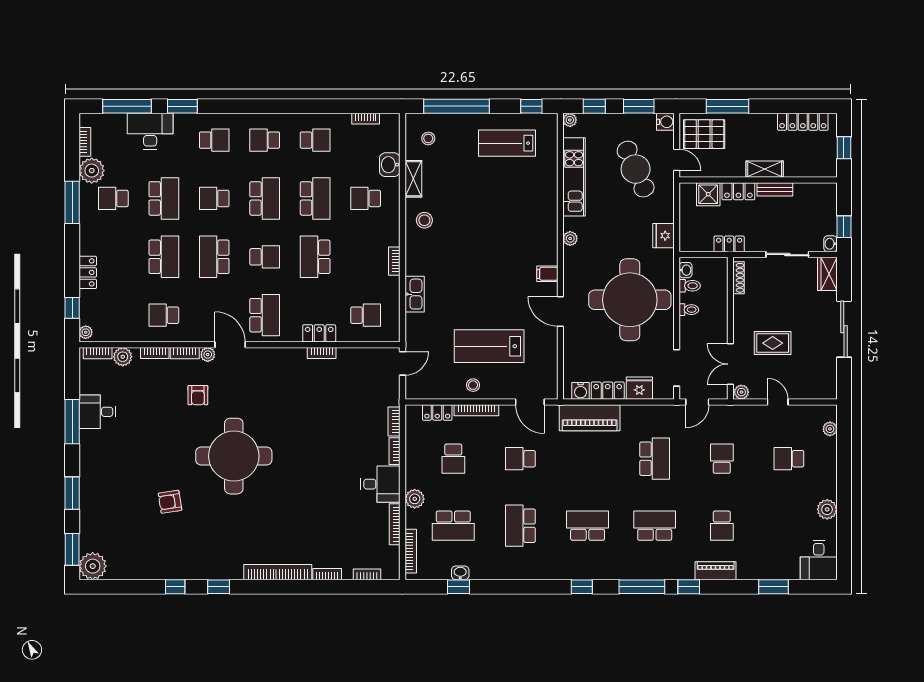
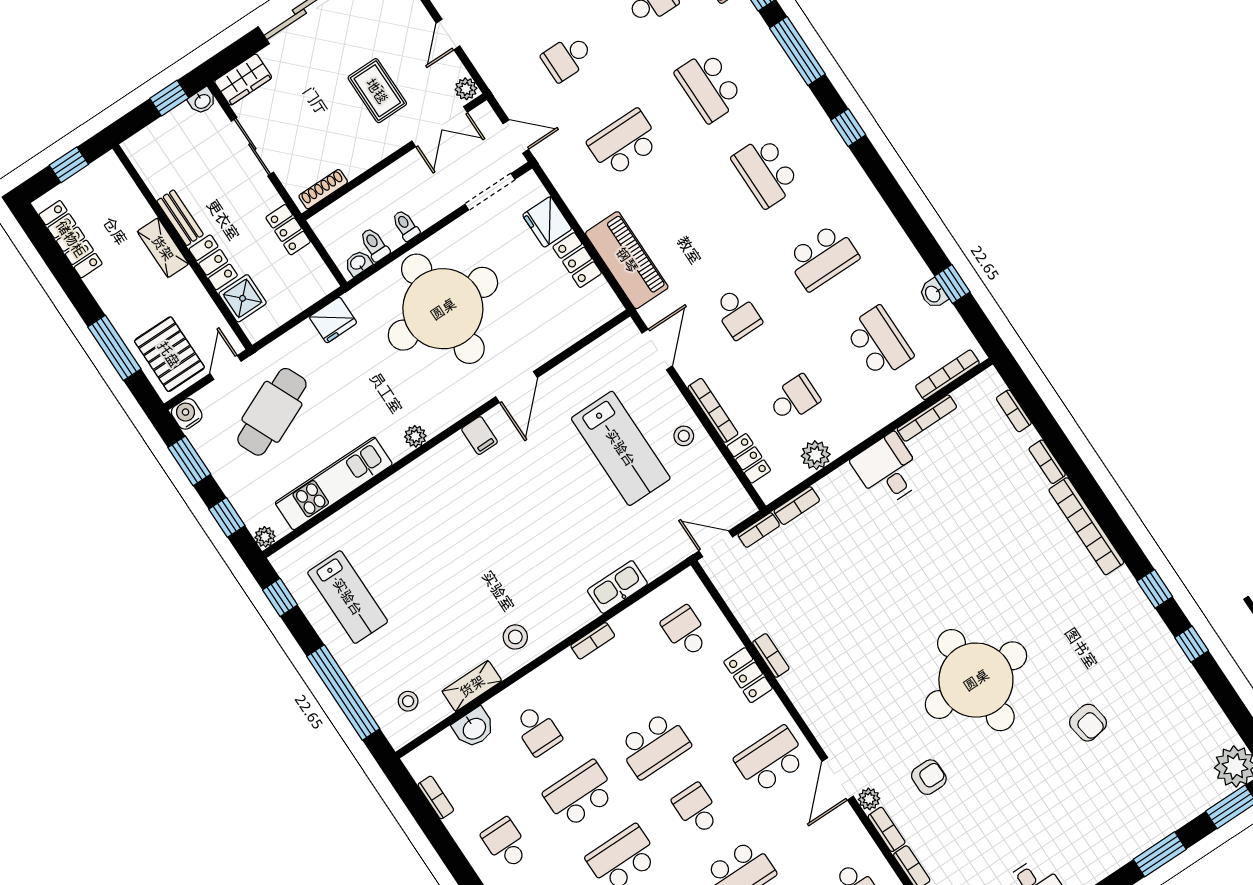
water cooler: (581, 391) -> (600, 295), removed
bookcase: (395, 451) -> (759, 530), moved
plant: (415, 499) -> (816, 455), moved

